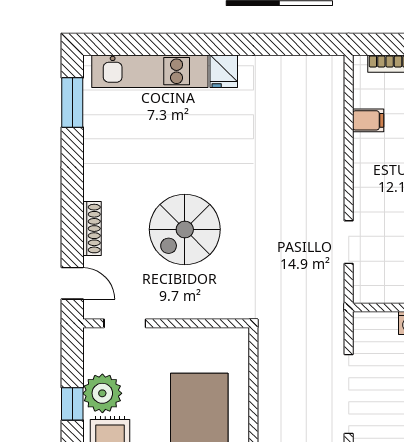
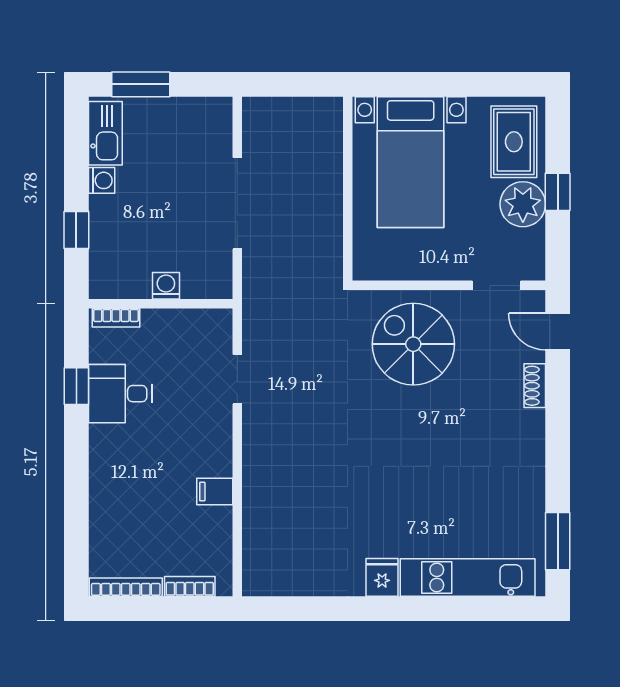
filing cabinet: (368, 120) -> (215, 492), moved
shoe rack: (92, 229) -> (535, 386), width x0.70
spiral stairs: (185, 229) -> (413, 344), moved, turned -90

